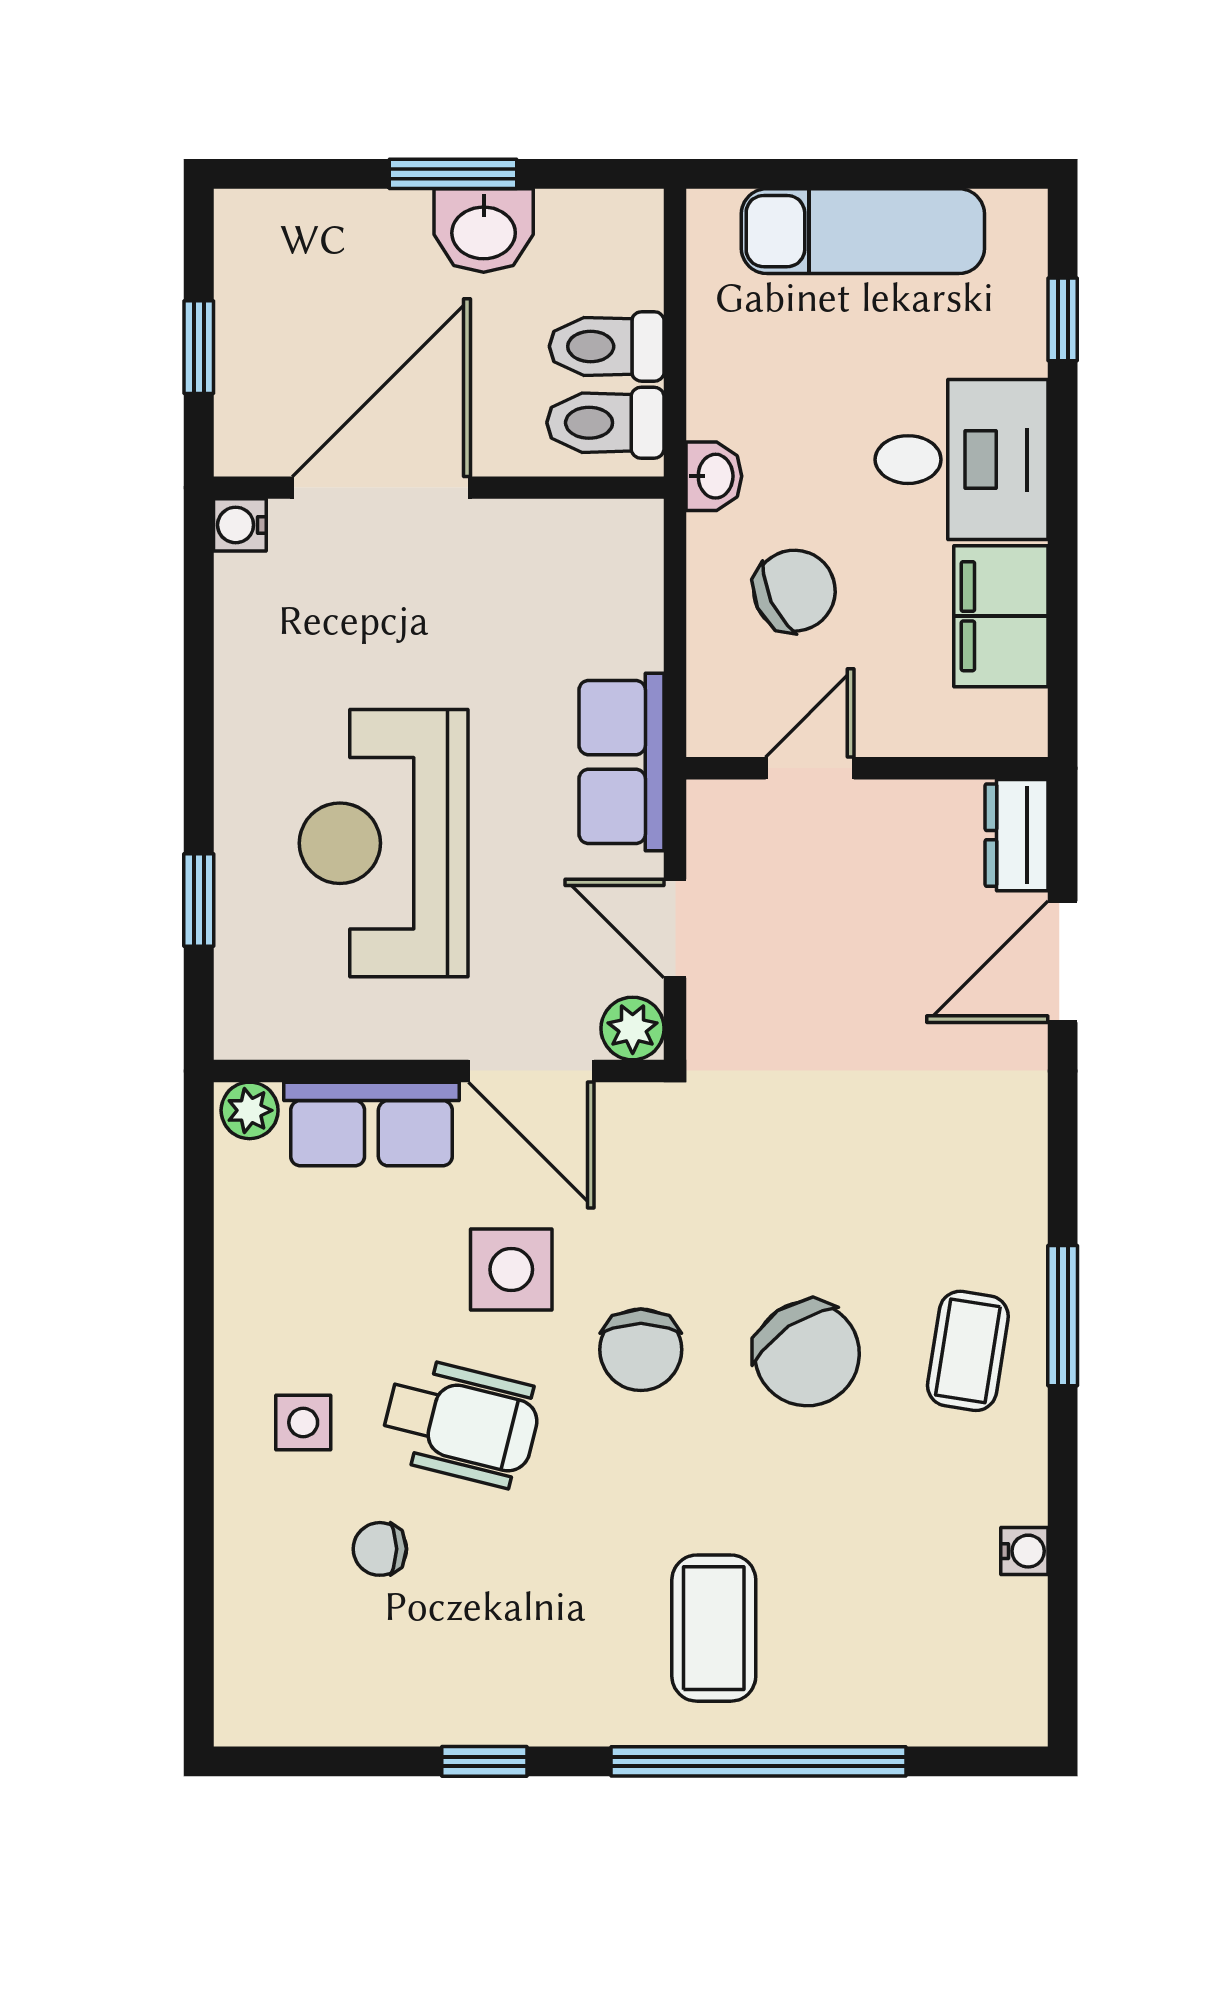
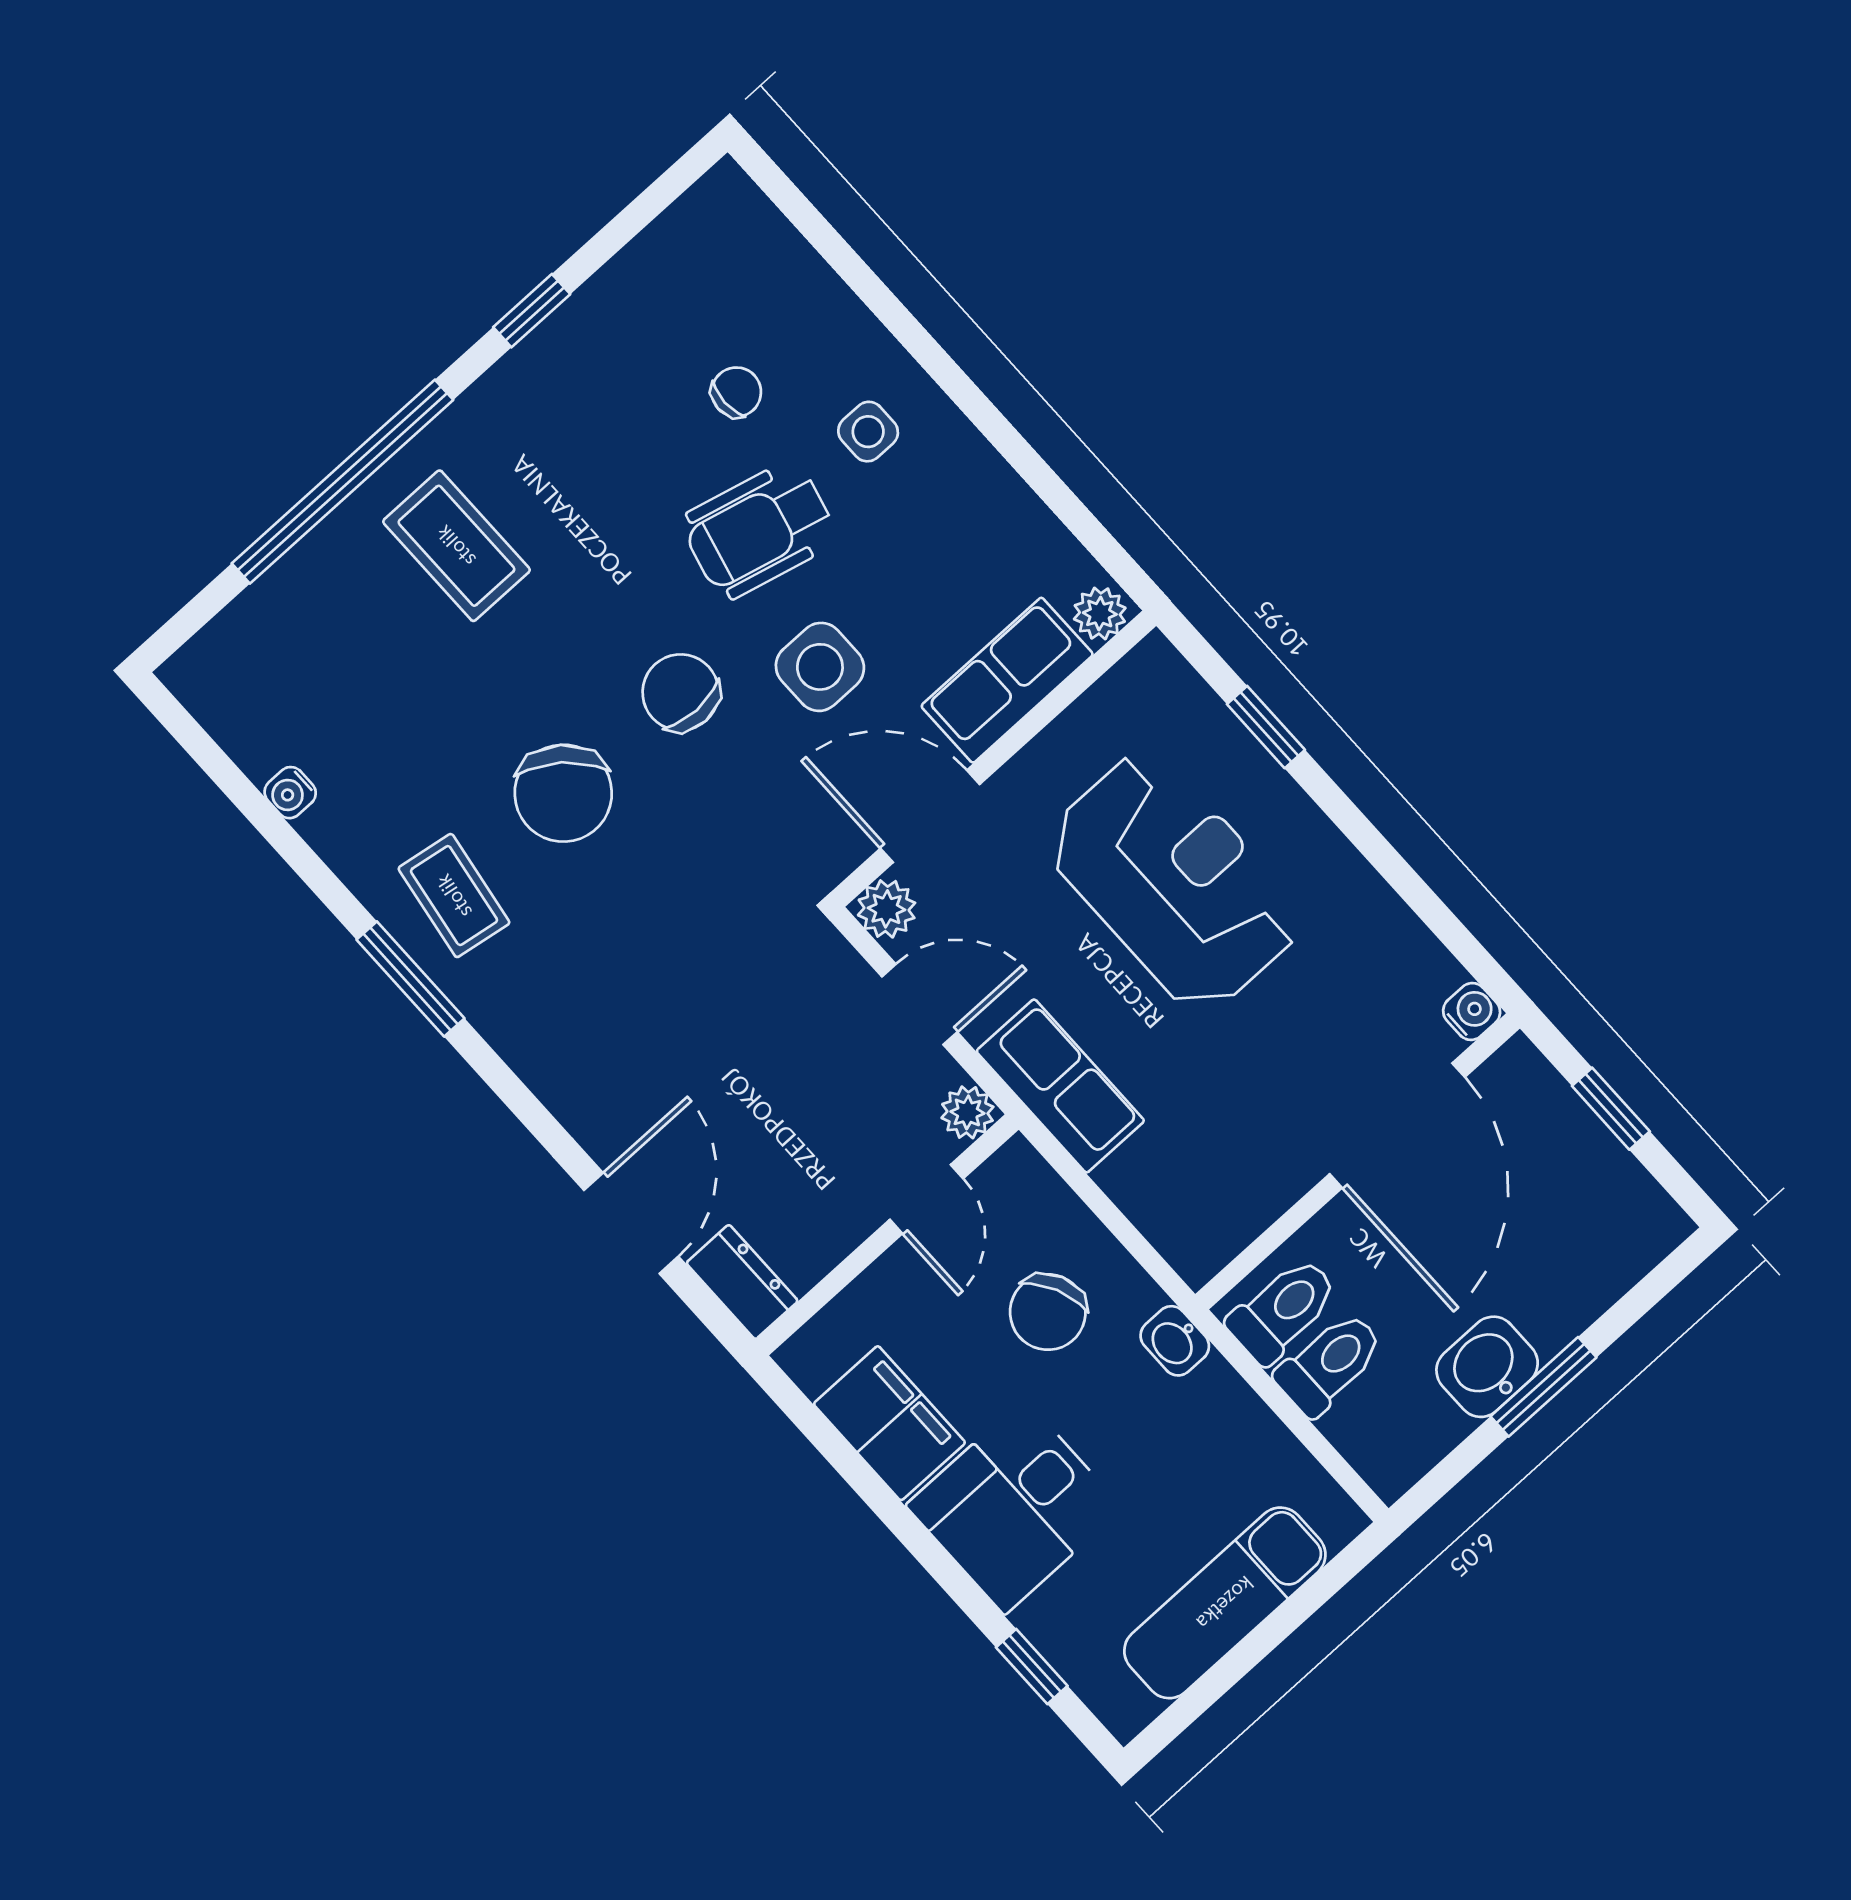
plant: (715, 808) -> (967, 1112), added
chair: (807, 1354) -> (563, 793), turned -107

